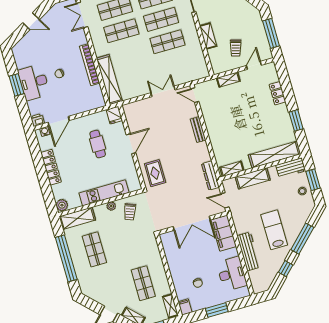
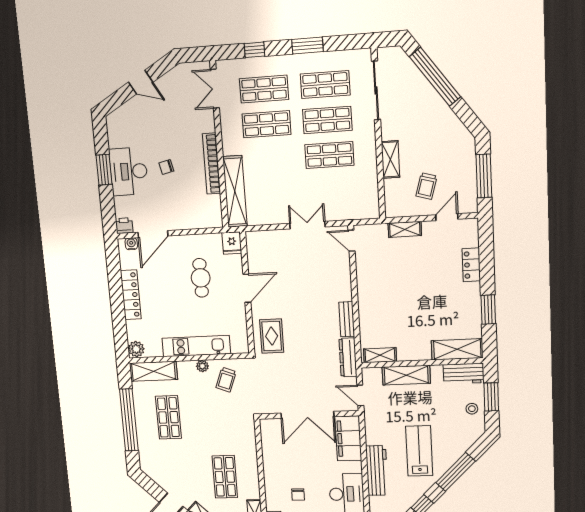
bench: (198, 130) -> (347, 319), moved
shelving: (275, 155) -> (457, 349), width x0.68

